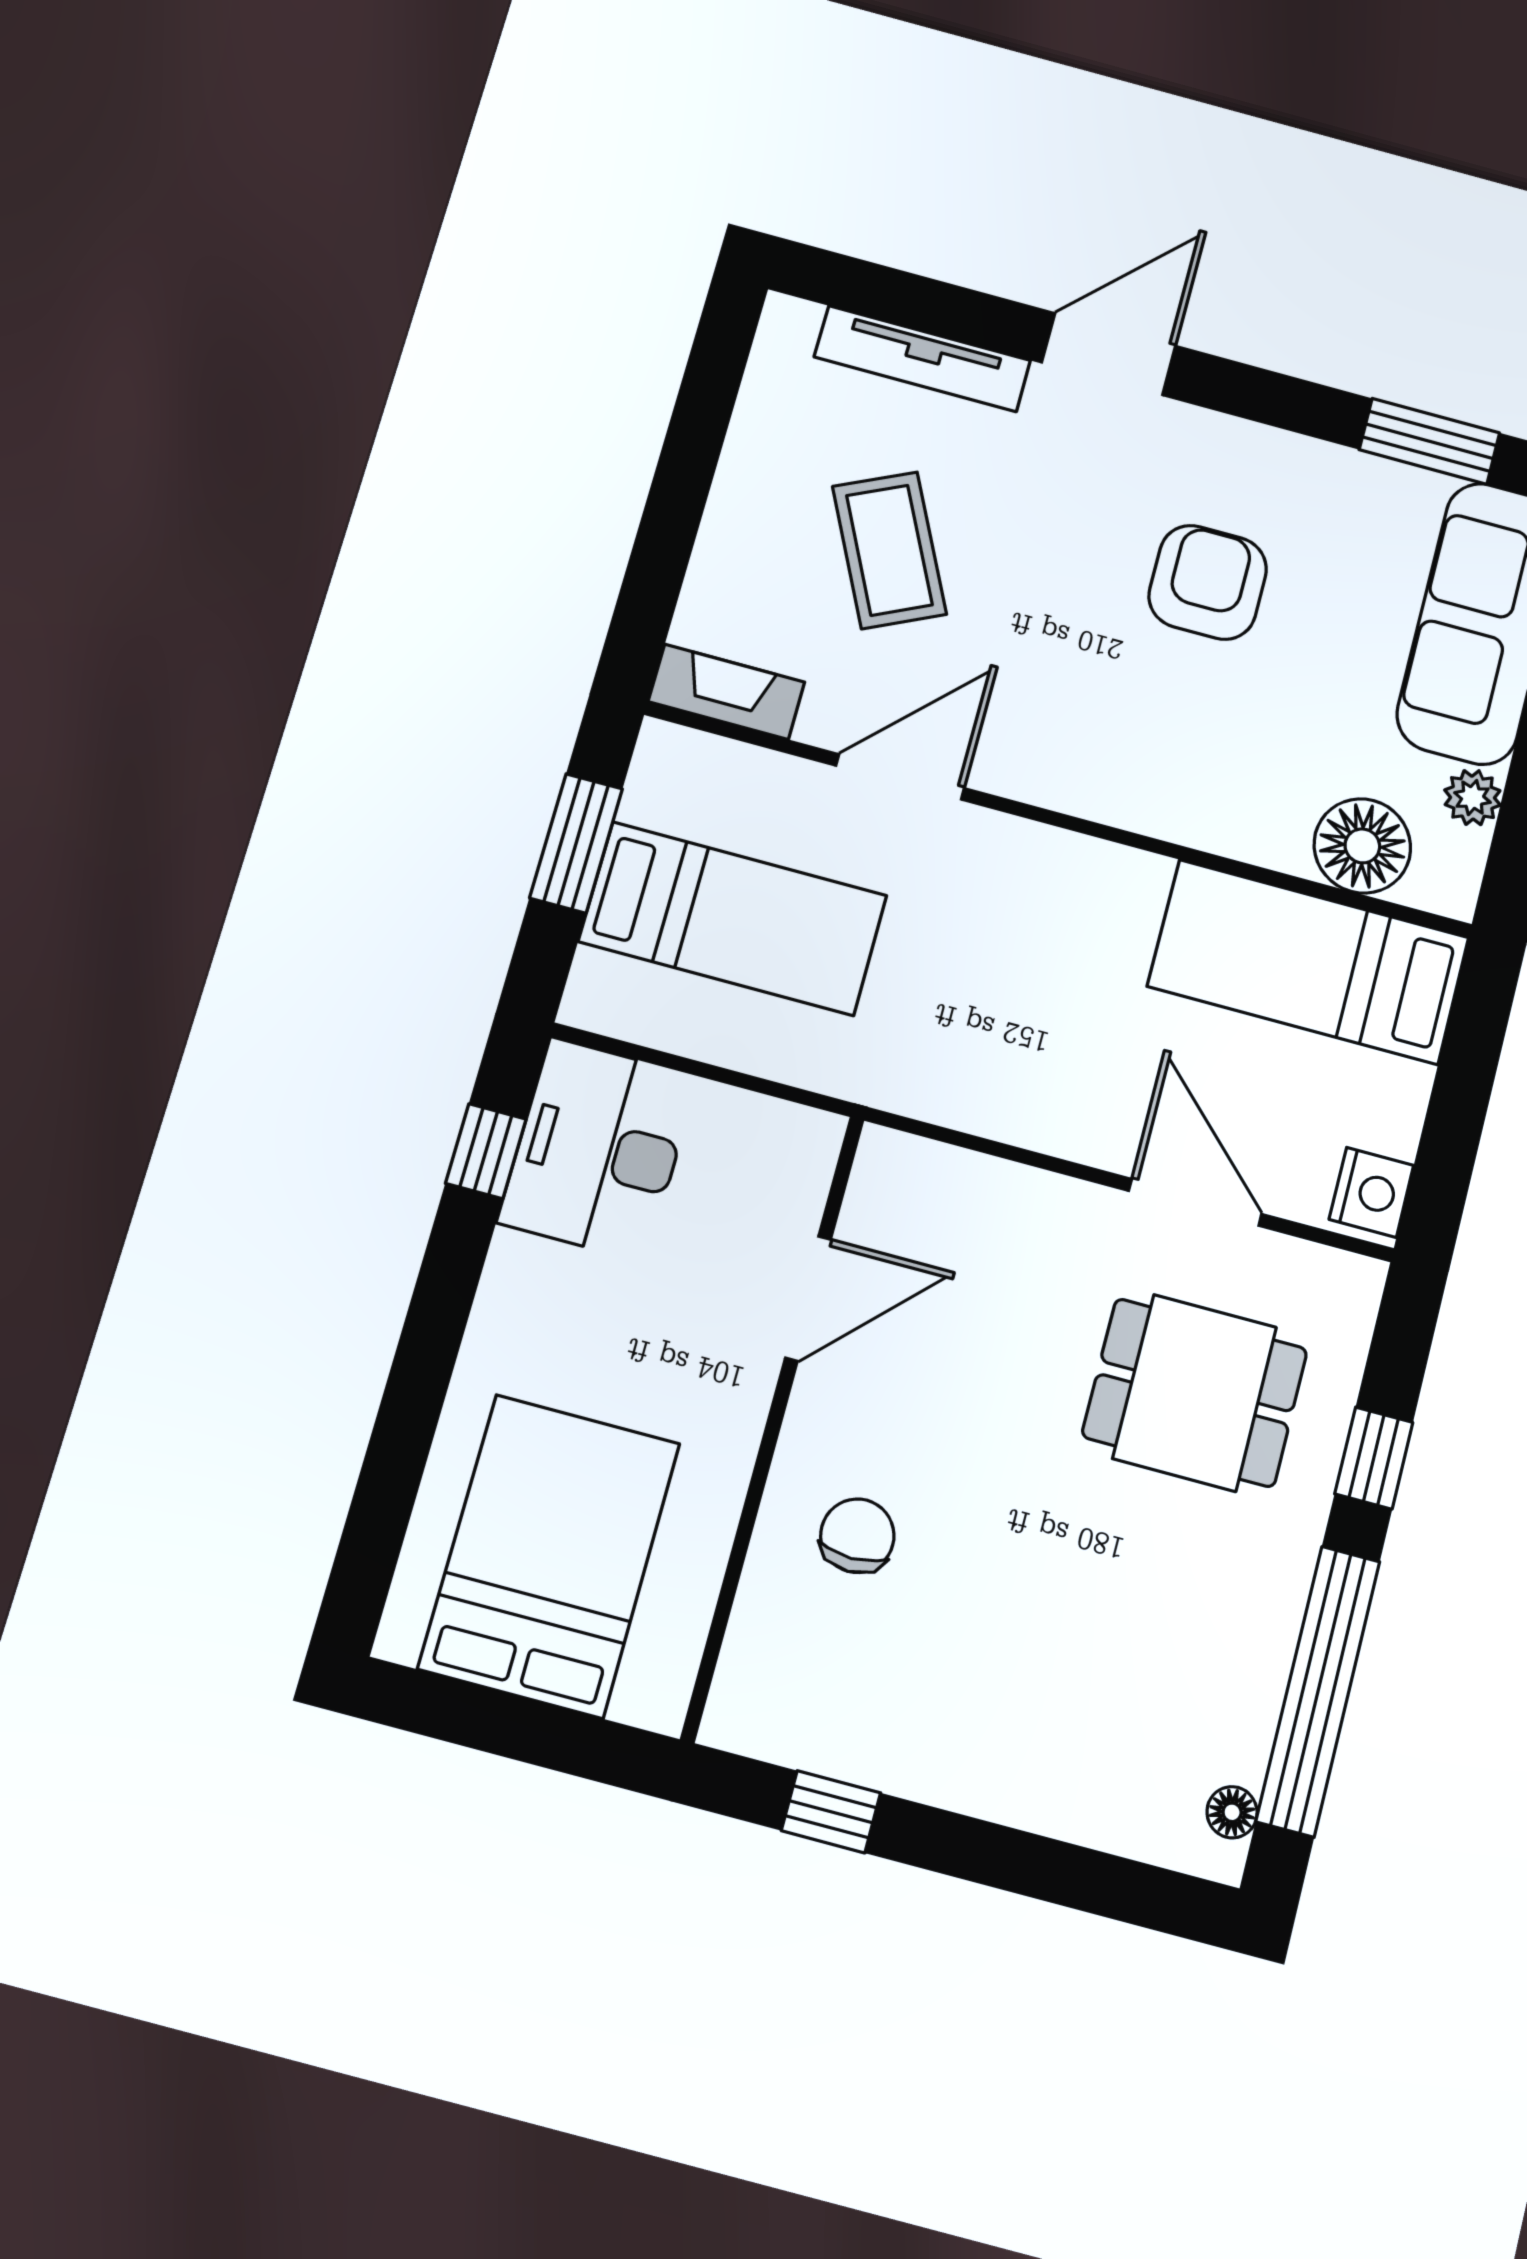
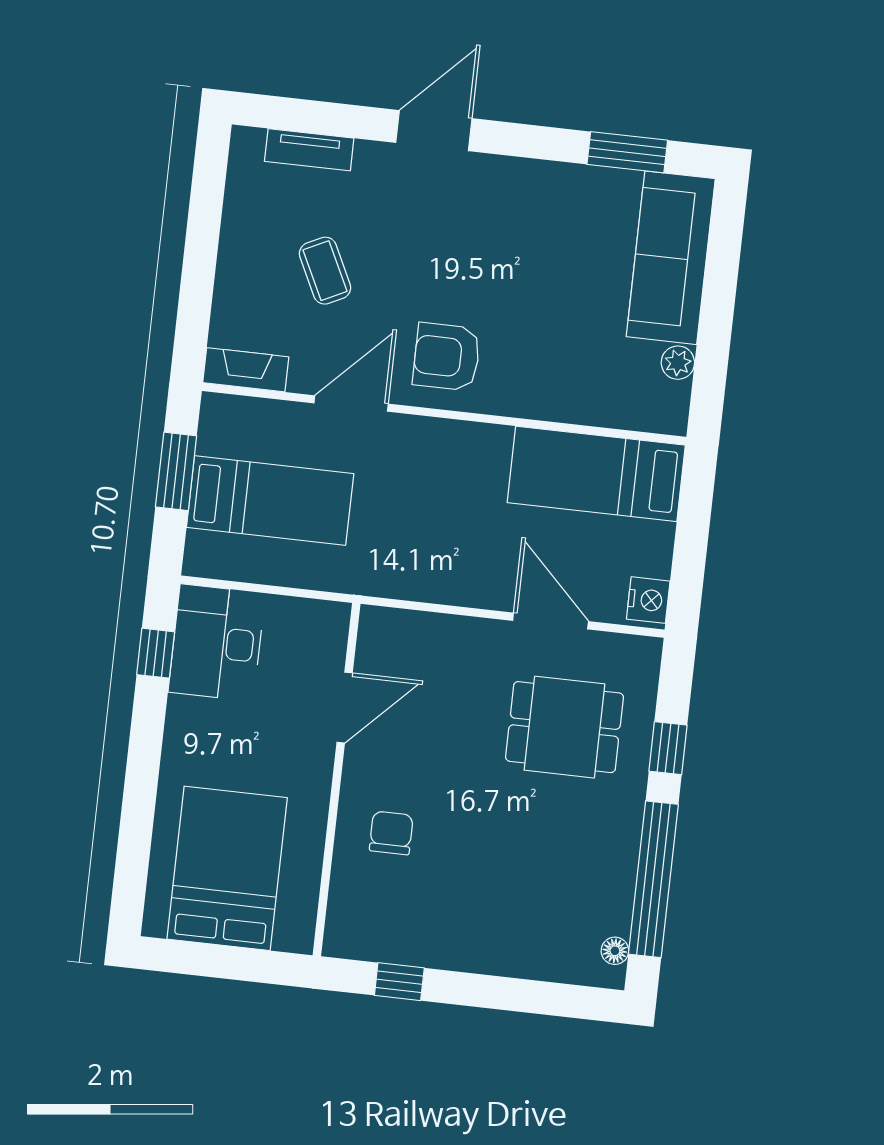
tv unit: (922, 359) -> (309, 150), width x0.71
coffee table: (889, 550) -> (325, 271), width x0.73, depth x0.77
armchair: (1208, 582) -> (447, 357), moved, turned -90
floor lamp: (1362, 846) -> (618, 401), removed

